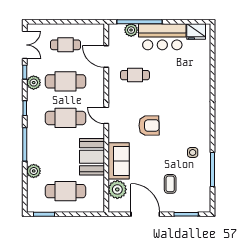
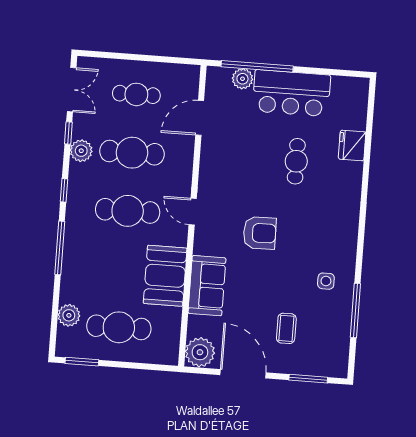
fridge: (196, 31) -> (352, 146), moved, turned 90
door: (106, 56) -> (200, 118), hinge flipped
cafe table: (135, 75) -> (296, 161), moved, turned 90
plant: (34, 171) -> (69, 315), moved
plant: (117, 189) -> (200, 352), moved

